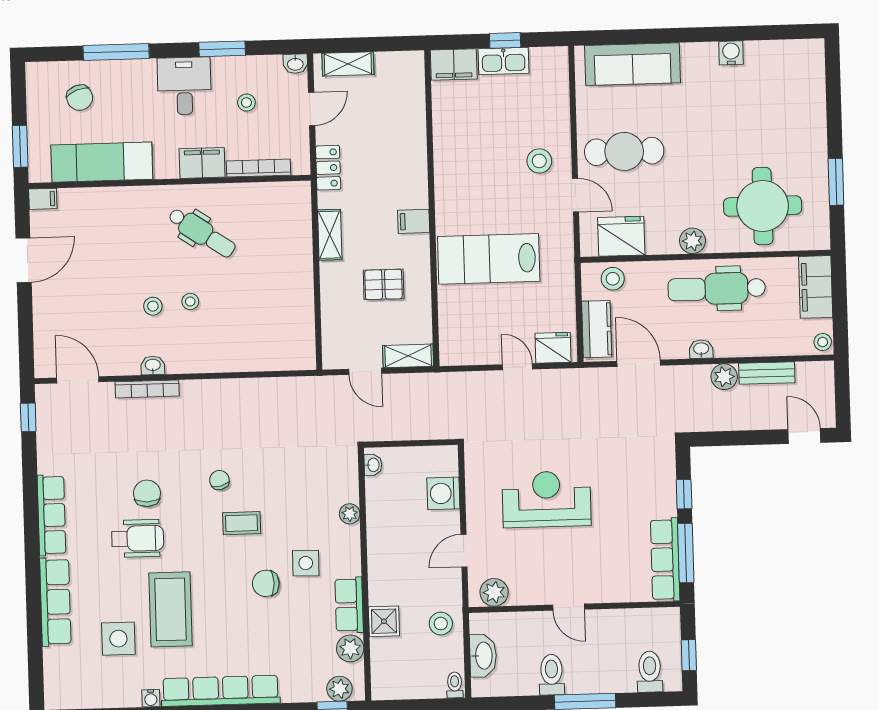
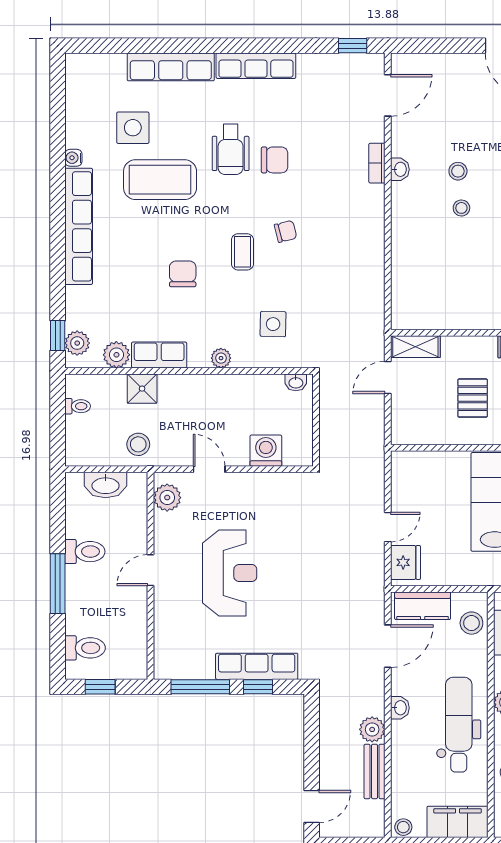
shelving: (408, 356) -> (415, 347), moved, turned 90
bookcase: (147, 389) -> (377, 163), width x0.64
reception desk: (547, 499) -> (230, 573), moved
plant: (350, 514) -> (221, 358), moved
row of seats: (665, 560) -> (257, 666), moved
side table: (306, 563) -> (273, 324), moved
toilet: (455, 685) -> (78, 406), moved

